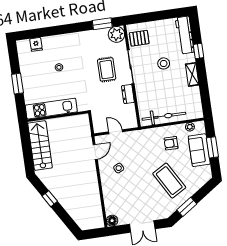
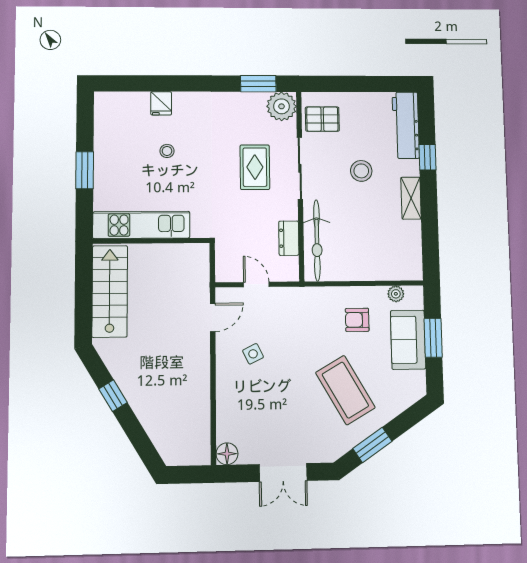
fridge: (36, 44) -> (161, 103), moved
dresser: (128, 94) -> (289, 238), moved
bicycle: (164, 116) -> (317, 240), moved, turned 90

